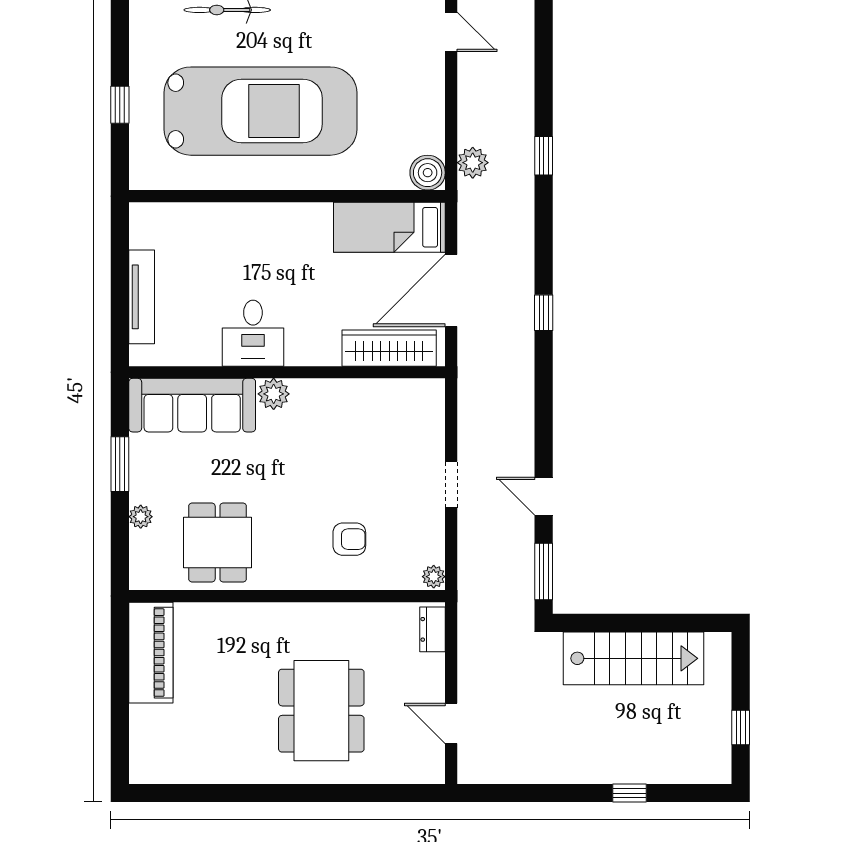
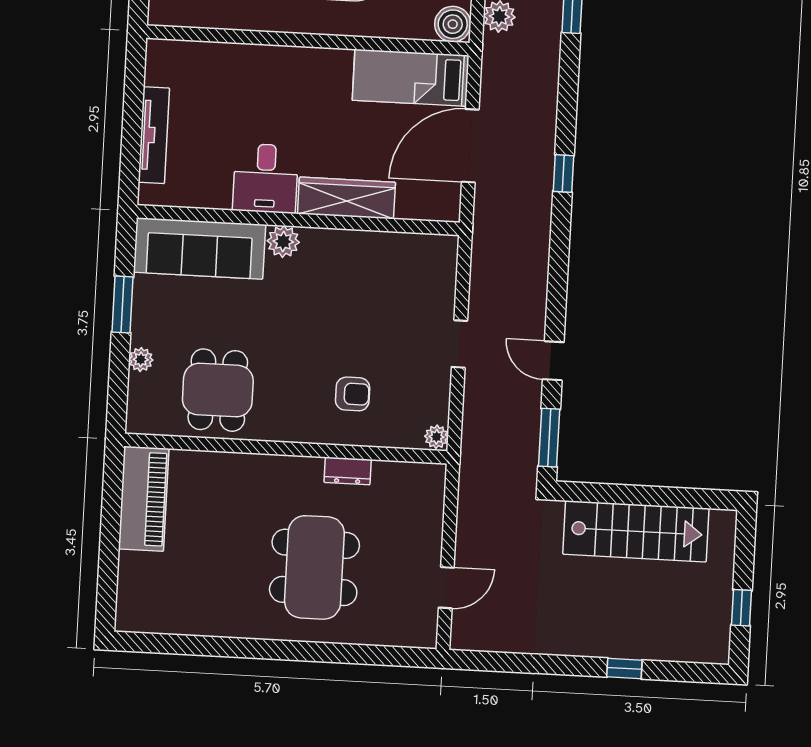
wardrobe: (389, 348) -> (346, 198), moved
dresser: (433, 629) -> (348, 471), moved, turned -90
door: (451, 723) -> (446, 588), swing flipped

